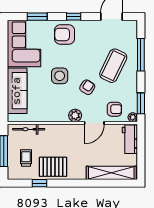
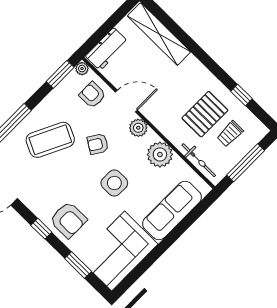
plant: (51, 113) -> (160, 155), added
pallet: (53, 167) -> (205, 114), moved, turned 90

